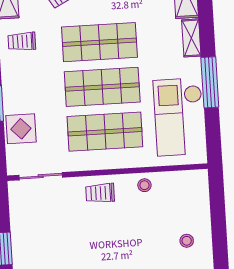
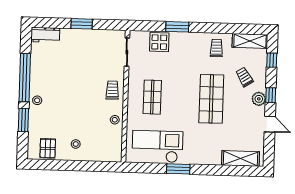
shelving: (191, 38) -> (208, 159), removed
window: (210, 82) -> (178, 169), width x0.69
shop shelf: (102, 87) -> (182, 98), removed
shop shelf: (105, 132) -> (152, 97), width x0.70, depth x0.74

